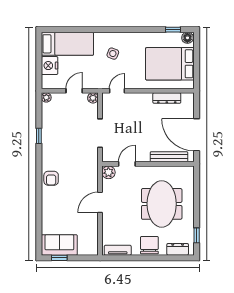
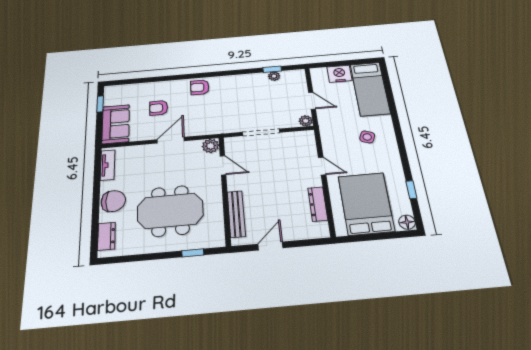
window: (173, 30) -> (411, 190), moved
door: (117, 91) -> (322, 166), moved
plant: (46, 97) -> (274, 76), moved
door: (197, 135) -> (270, 246), width x0.53
window: (39, 136) -> (272, 69), moved
door: (100, 202) -> (171, 140), hinge flipped
armchair: (68, 211) -> (159, 108), added
window: (197, 235) -> (193, 253), moved
sofa: (59, 245) -> (116, 124), moved

